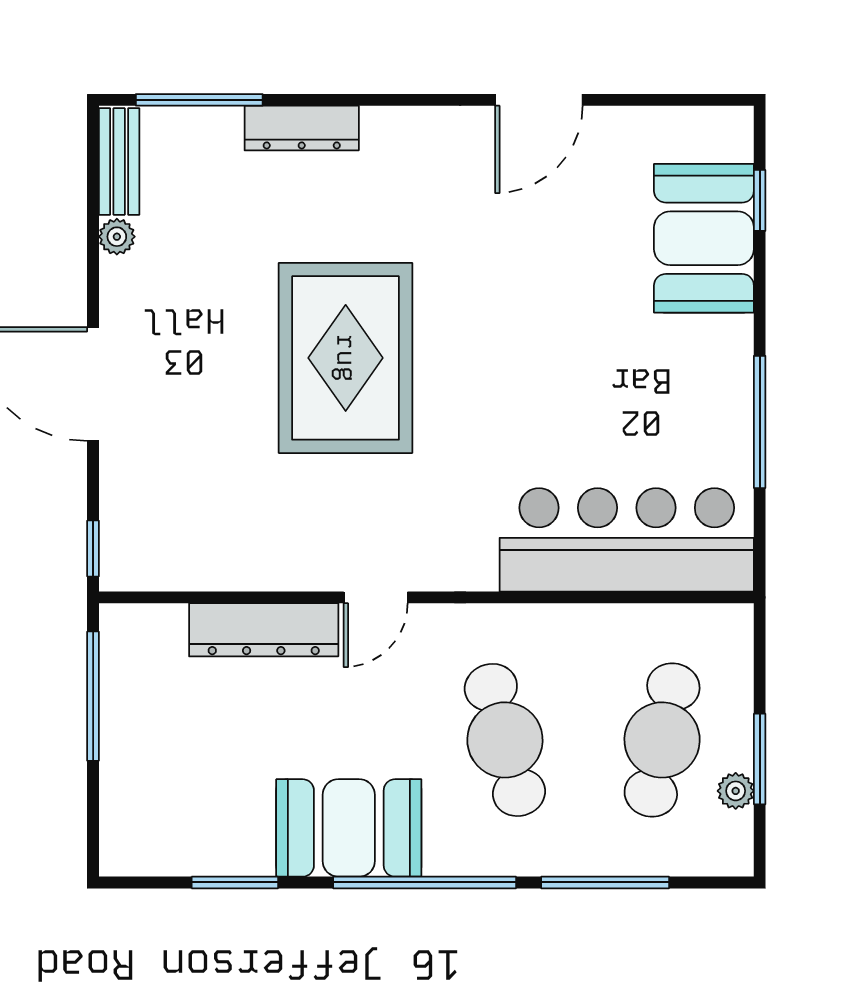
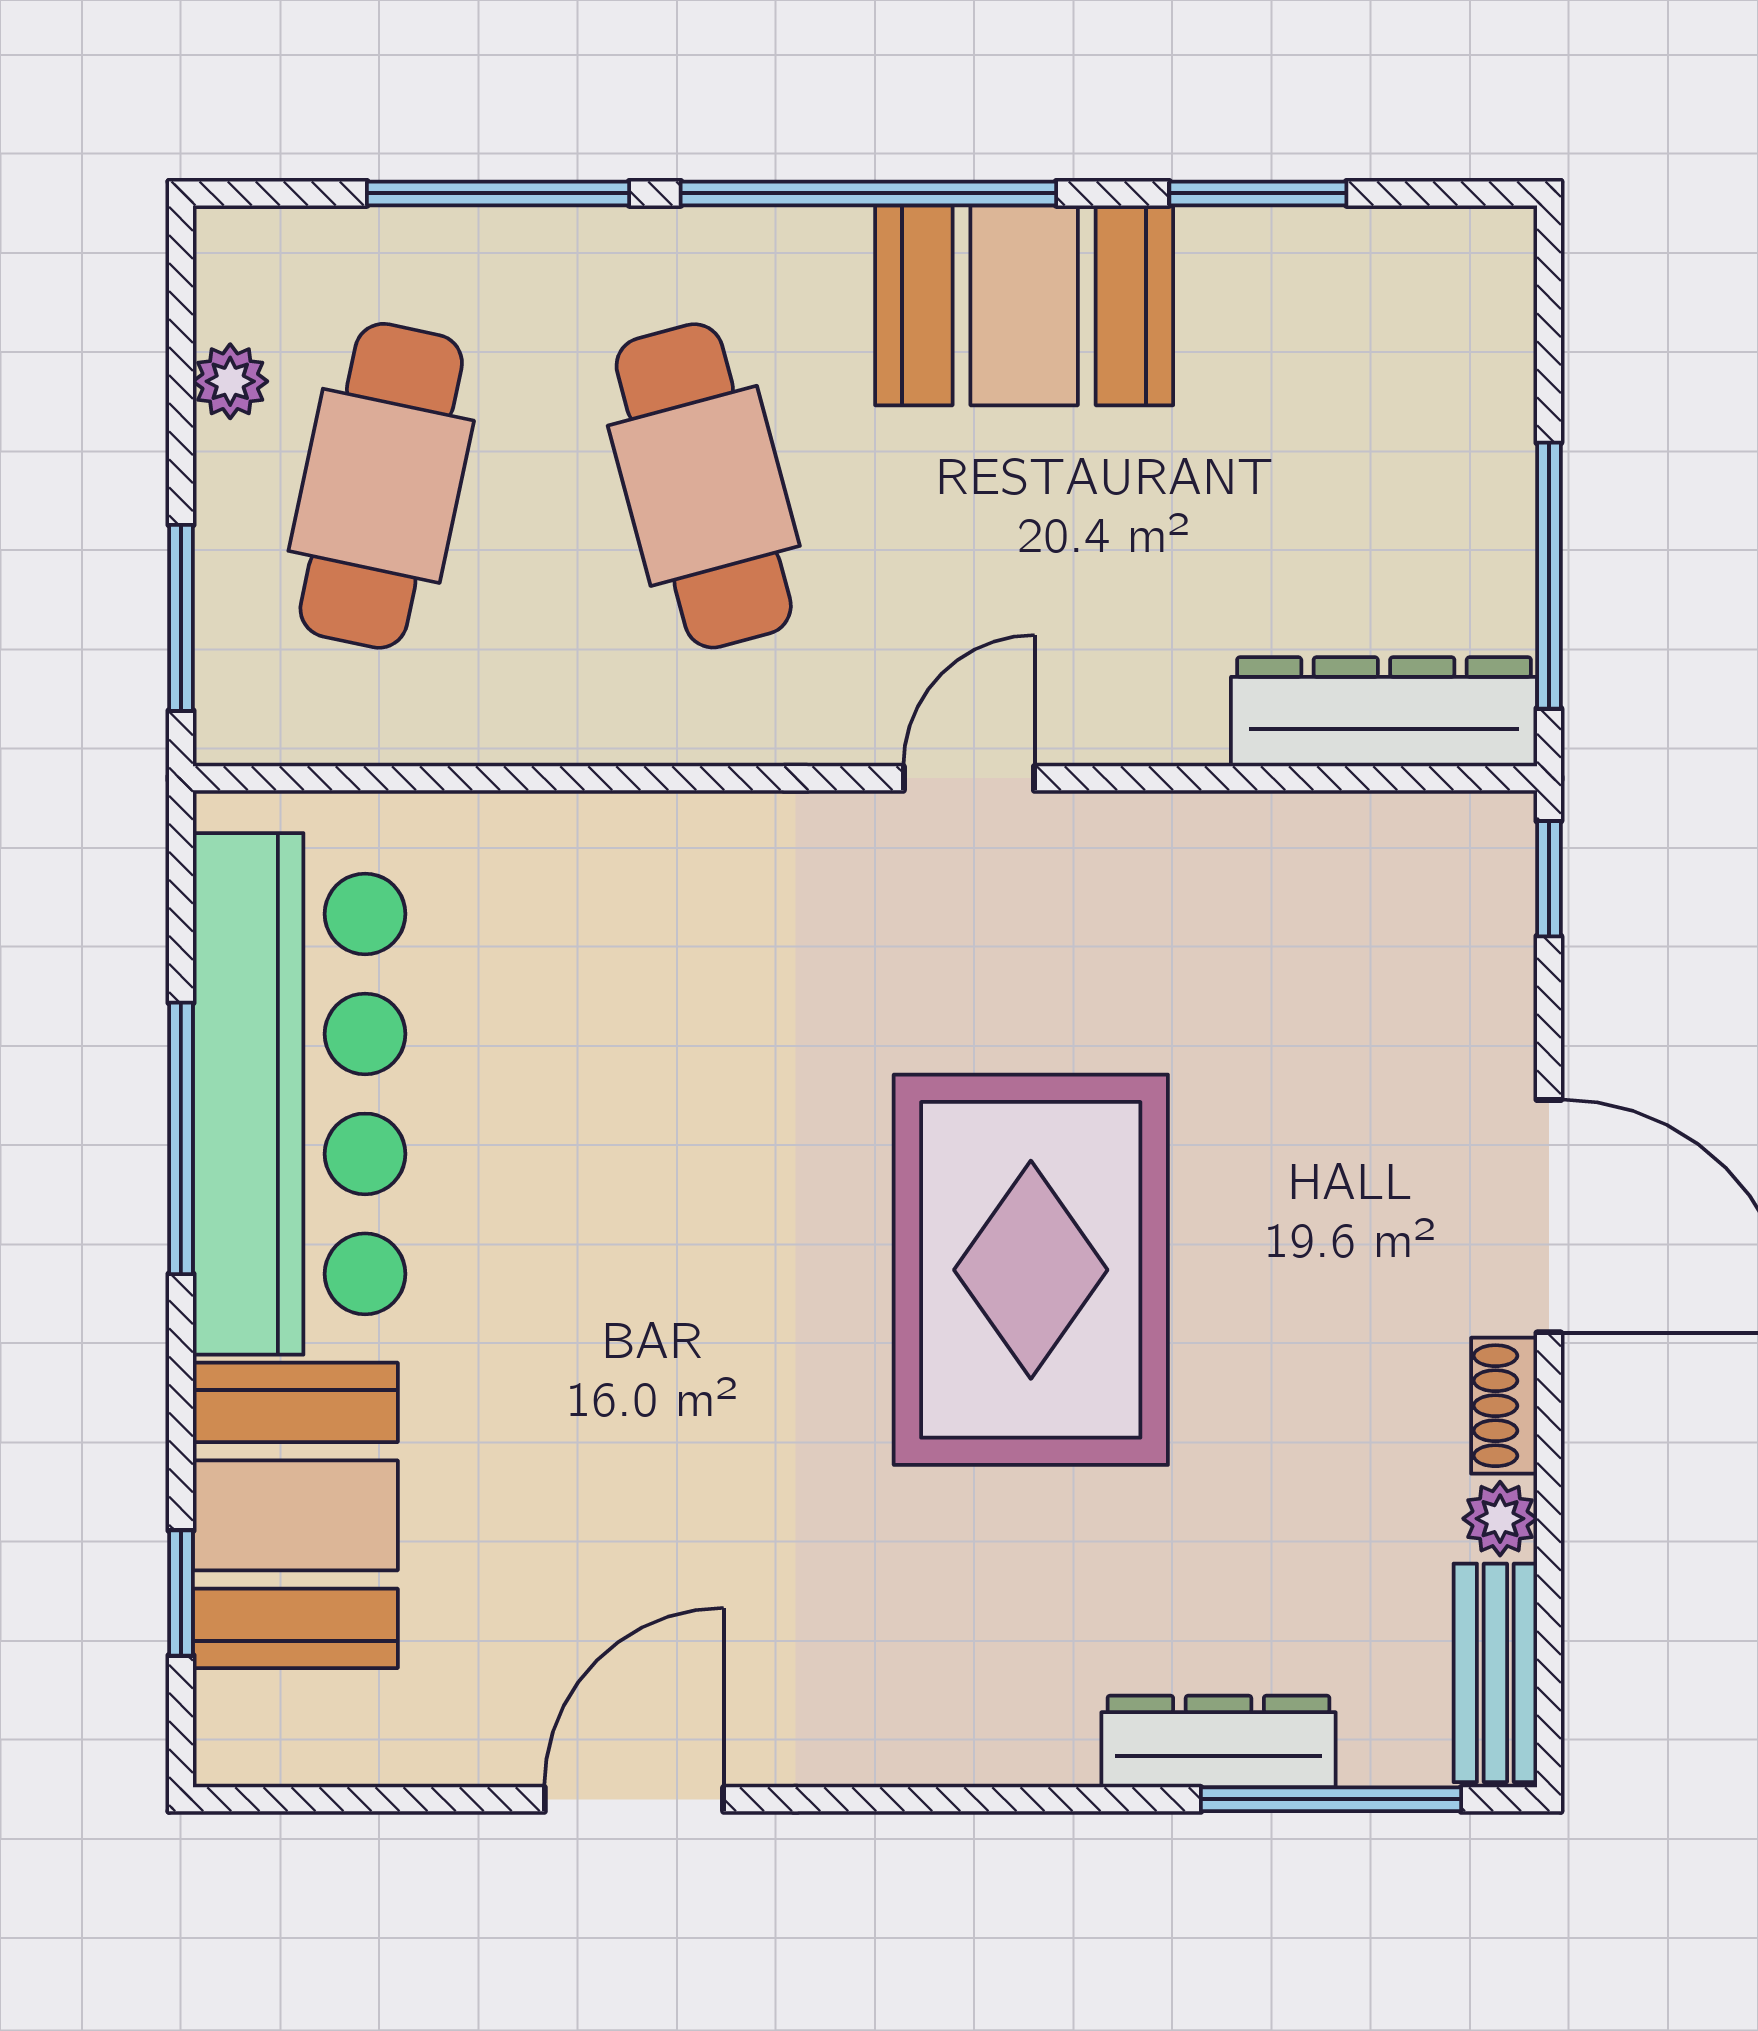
dresser: (302, 128) -> (1218, 1742), moved
shoe rack: (115, 292) -> (1504, 1406), added
bar counter: (627, 540) -> (299, 1094), moved, turned -90
dresser: (264, 630) -> (1384, 712), moved
window: (760, 759) -> (181, 618), moved

